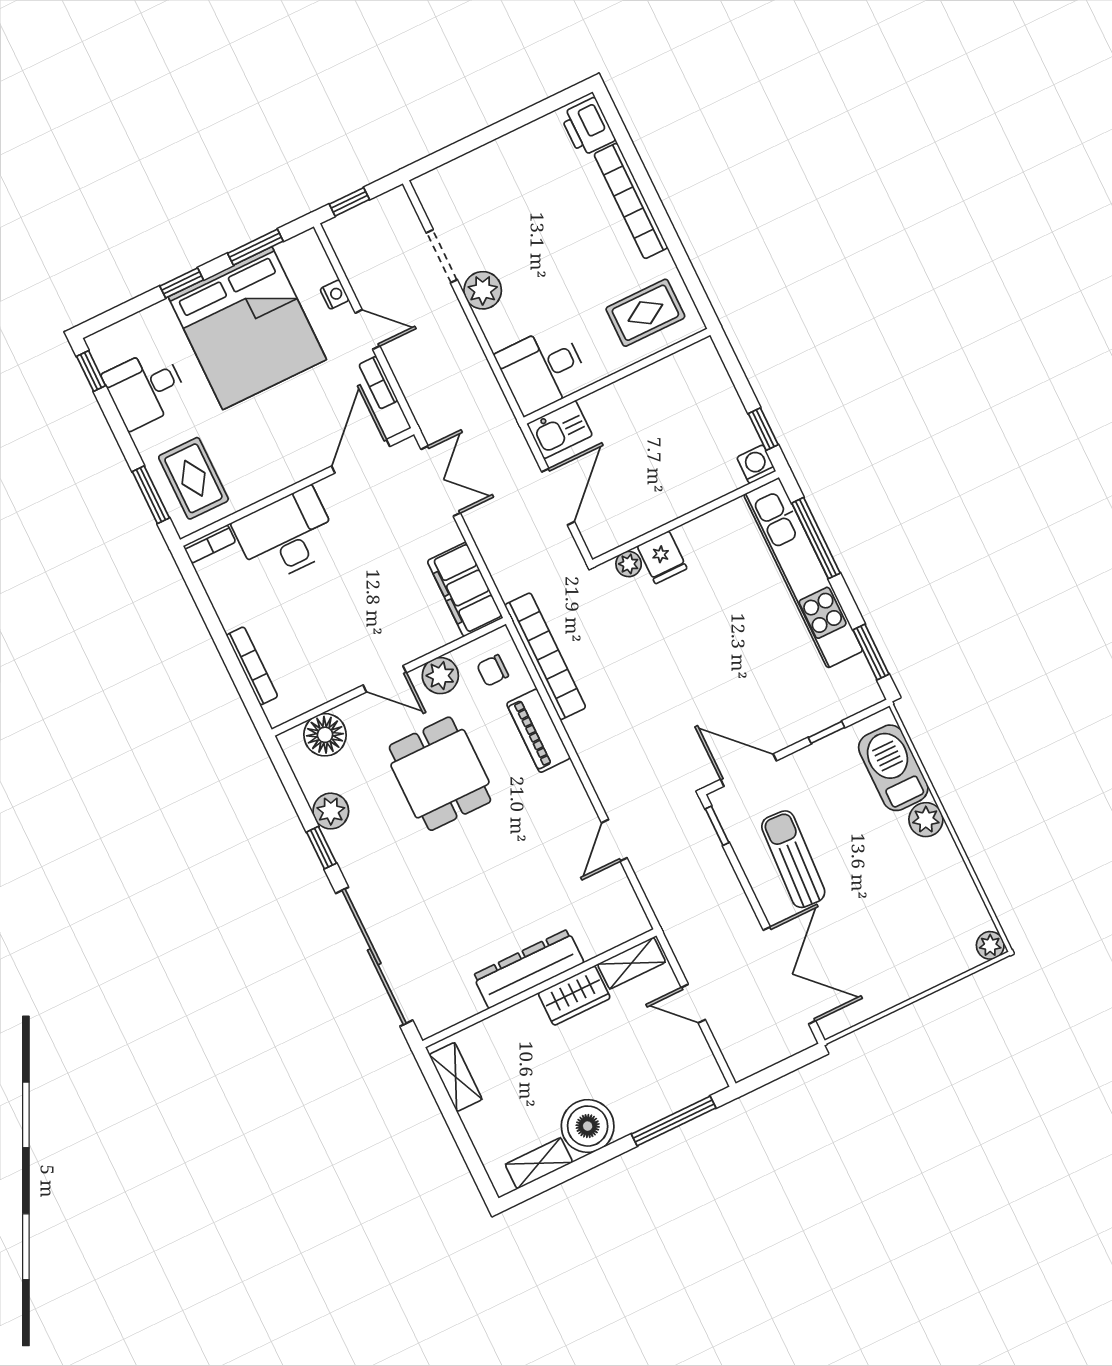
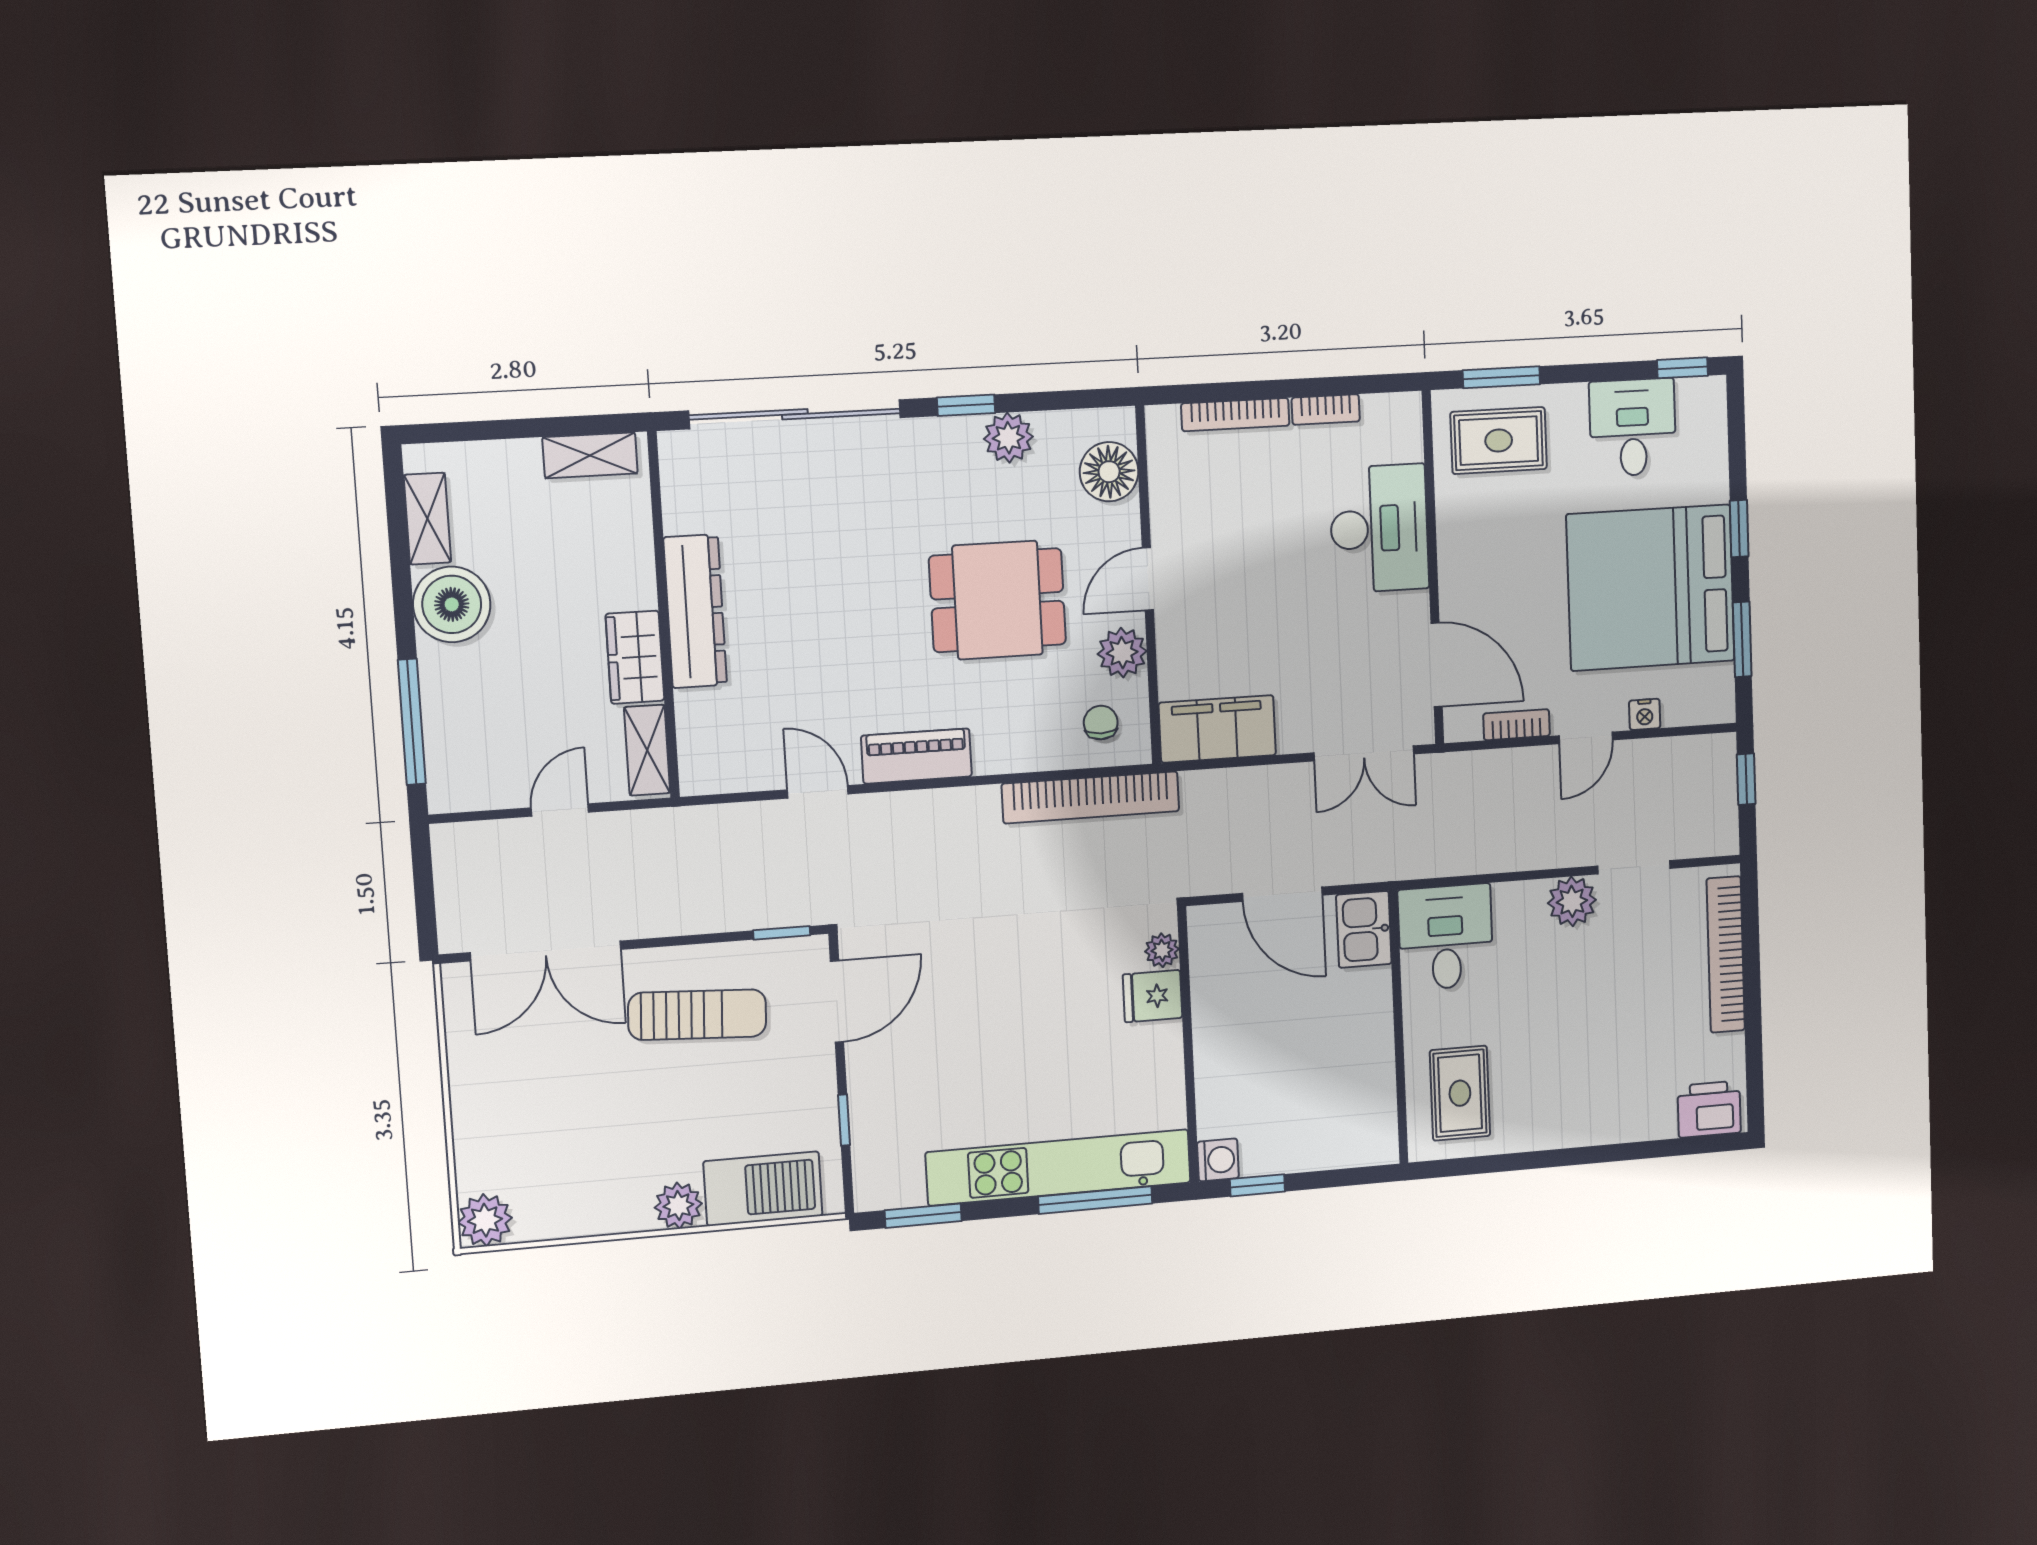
bookcase: (631, 201) -> (1726, 955), moved, turned -90
bookcase: (209, 544) -> (1326, 410), moved, turned -90
piano: (538, 731) -> (916, 756), moved
plant: (990, 945) -> (485, 1220), width x1.38, depth x1.38

